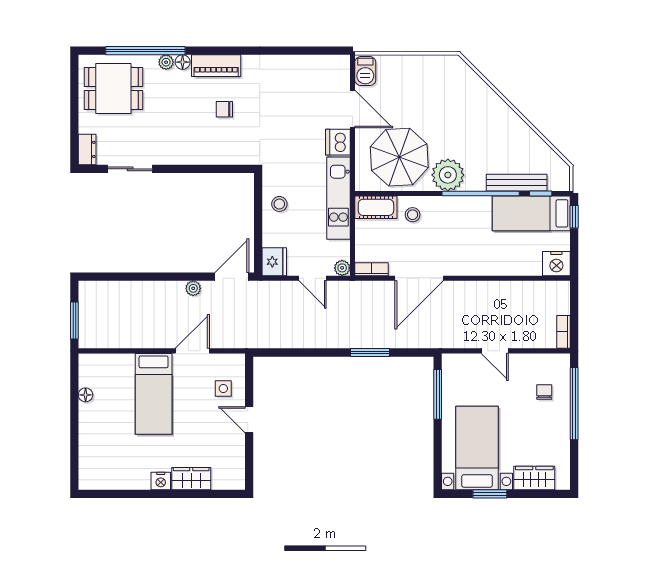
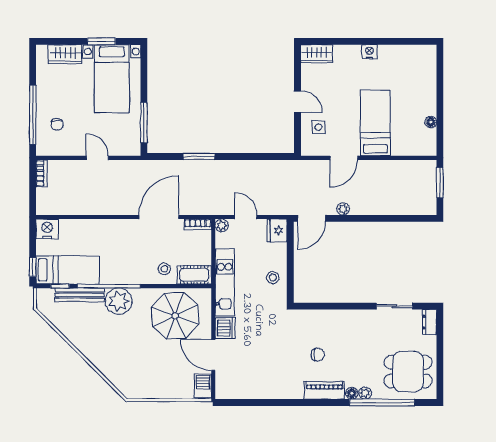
plant: (448, 175) -> (119, 301), moved
wardrobe: (191, 479) -> (317, 54), moved

